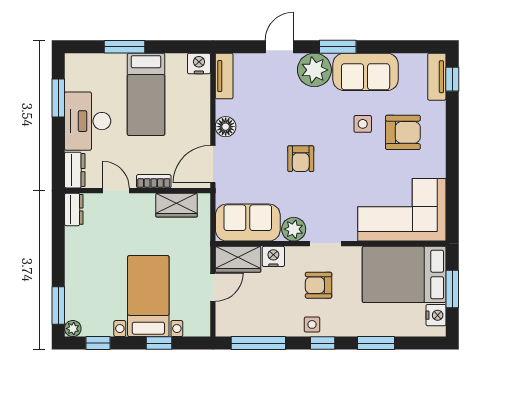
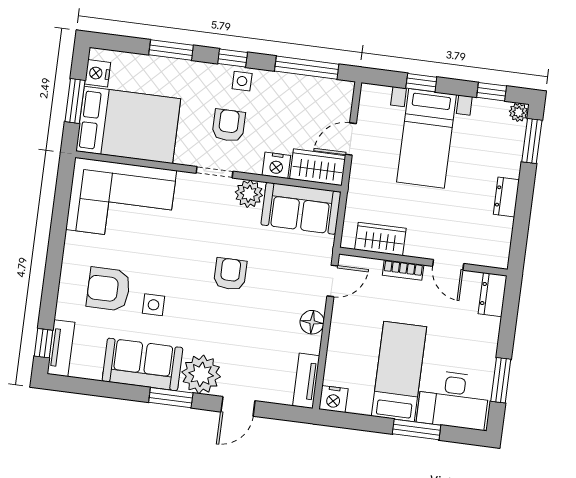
desk: (88, 121) -> (453, 400), moved, turned 90
door: (213, 164) -> (332, 281), width x0.73
dresser: (74, 209) -> (506, 197), moved
armchair: (319, 285) -> (229, 125), turned -90

